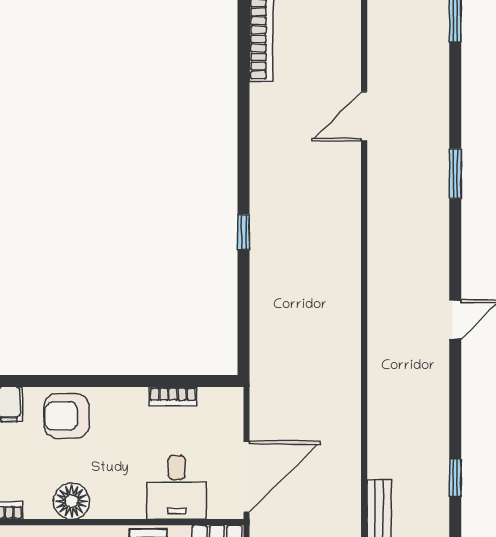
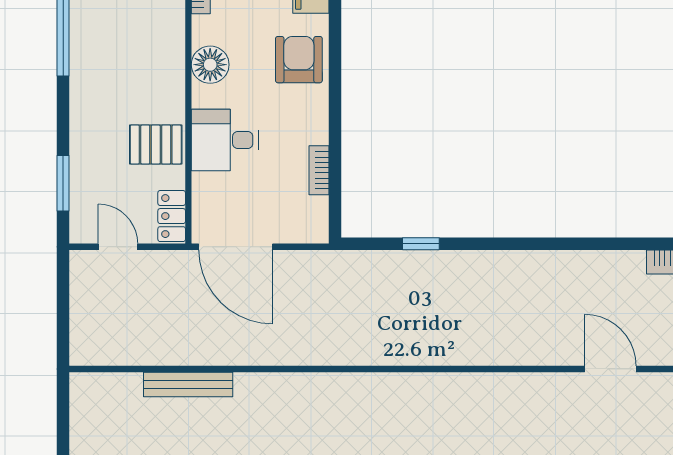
window: (244, 232) -> (421, 244), moved
desk: (177, 487) -> (225, 140), moved

